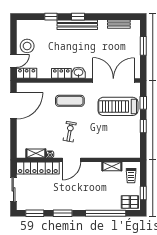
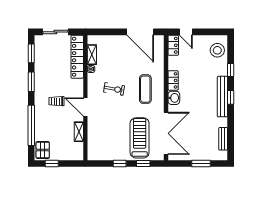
stool: (27, 46) -> (217, 50), moved
door: (71, 160) -> (85, 107), moved
trolley: (131, 176) -> (56, 101), moved

